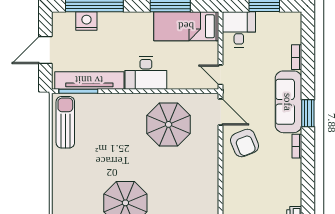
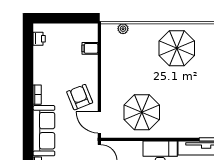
window: (308, 113) -> (28, 121), removed
filing cabinet: (232, 203) -> (90, 48), added

